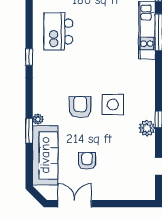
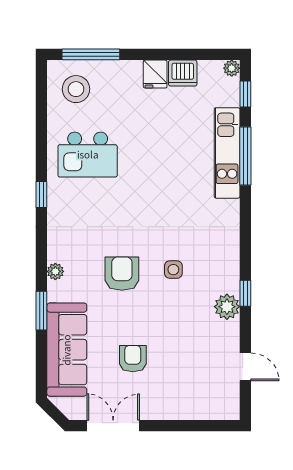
kitchen island: (58, 31) -> (88, 155), turned -90
side table: (113, 104) -> (173, 270), width x0.54, depth x0.54
plant: (38, 119) -> (55, 271), moved

